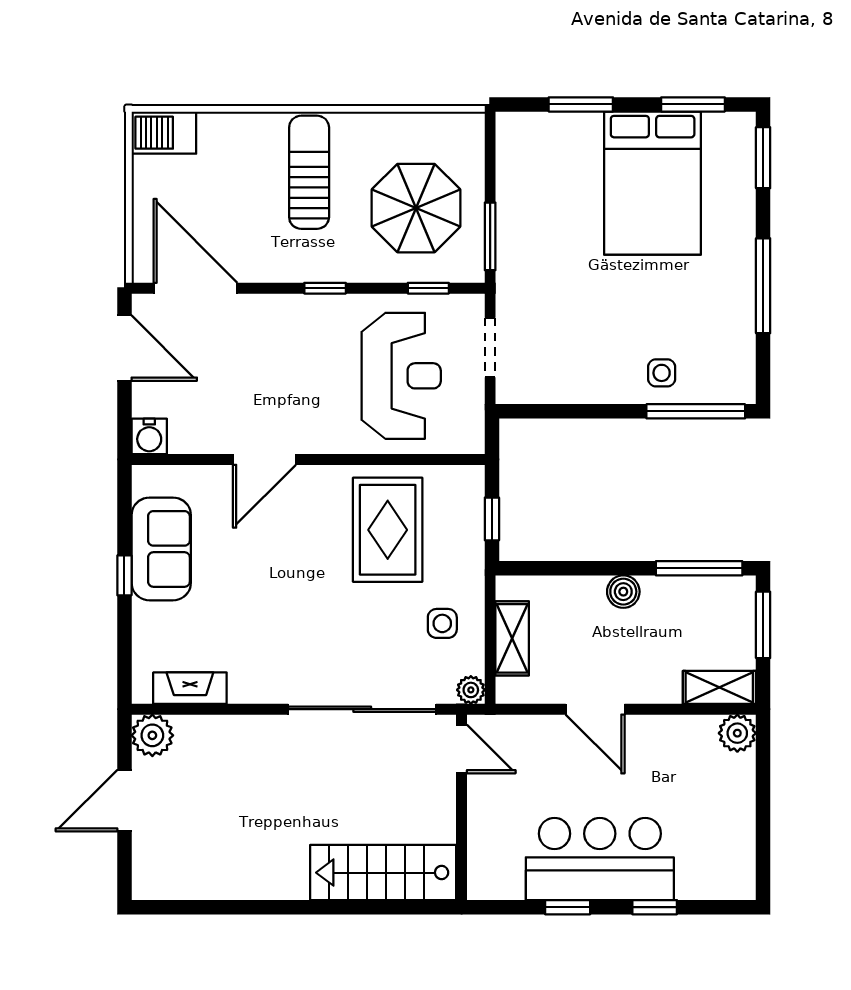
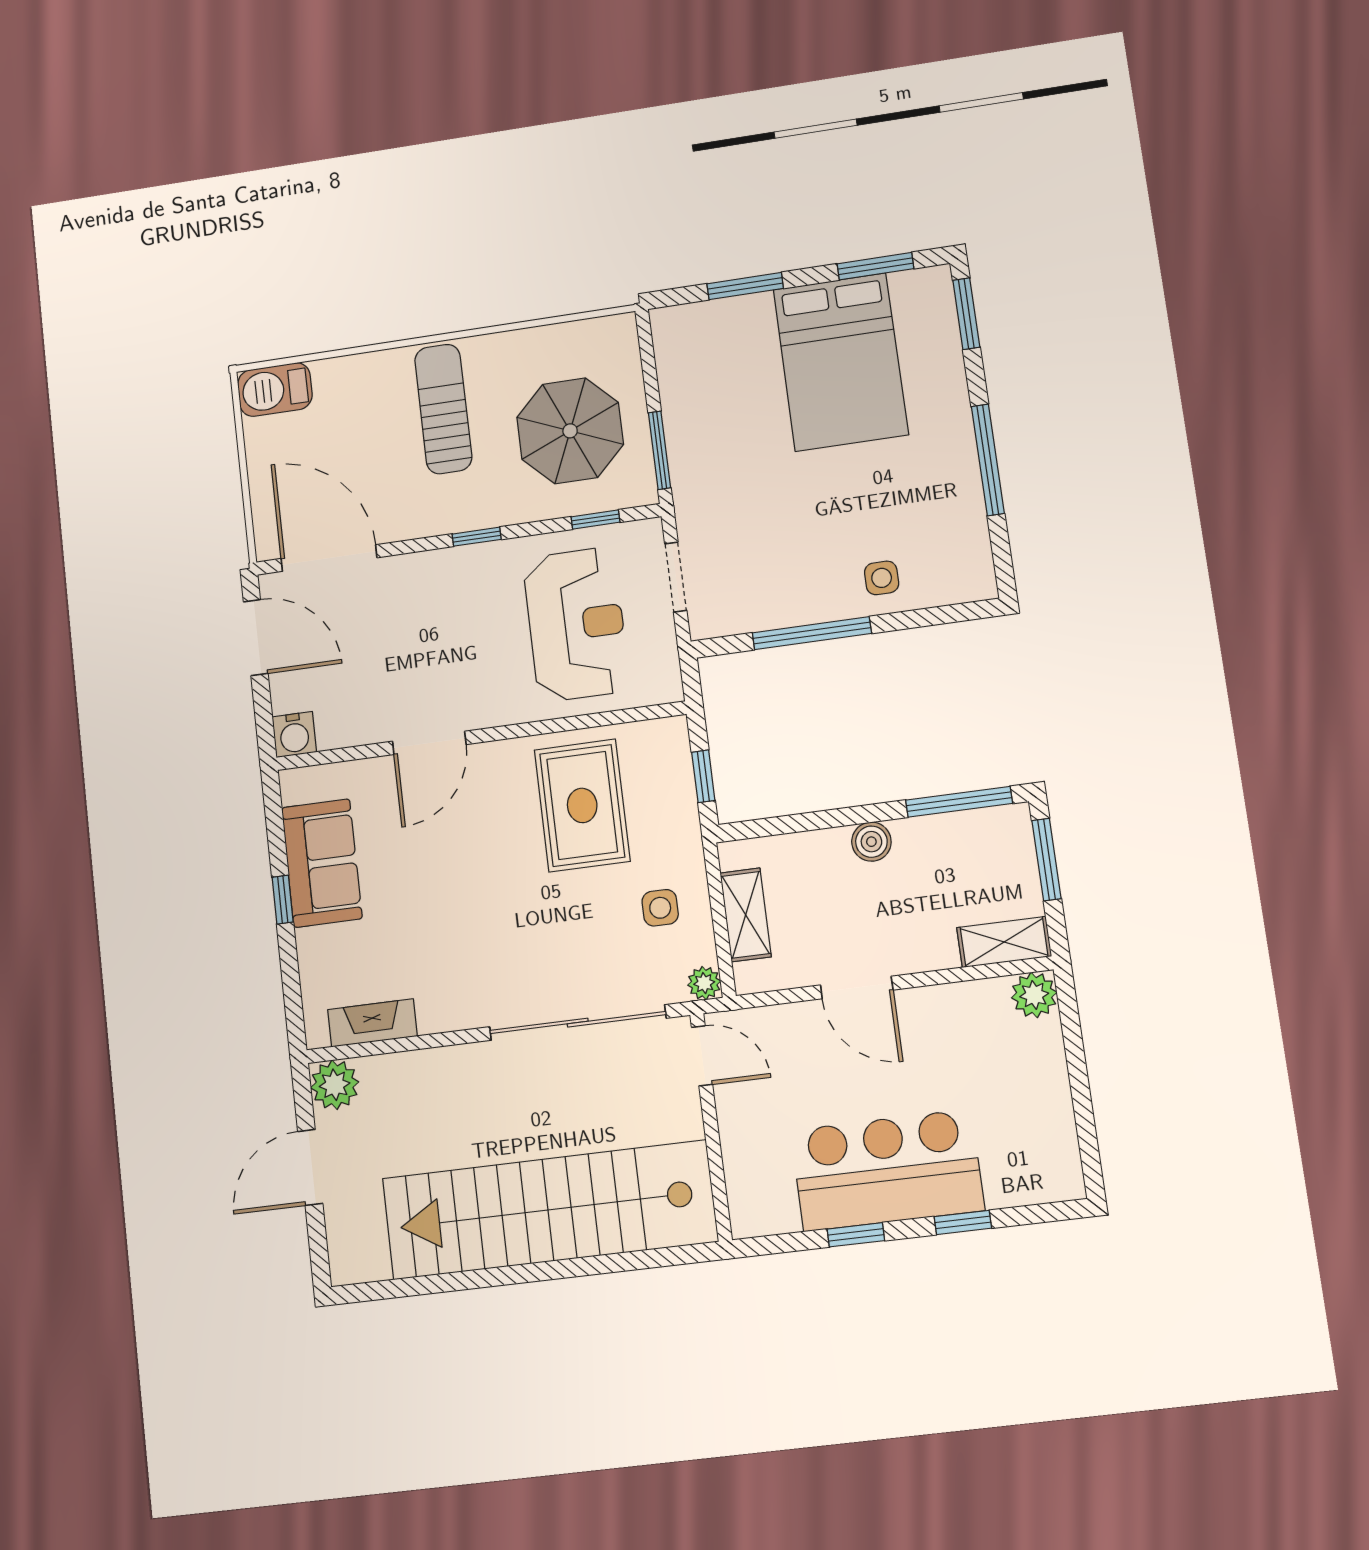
window: (696, 411) -> (812, 633), moved
stairs: (383, 873) -> (549, 1210), width x1.86, depth x1.51

